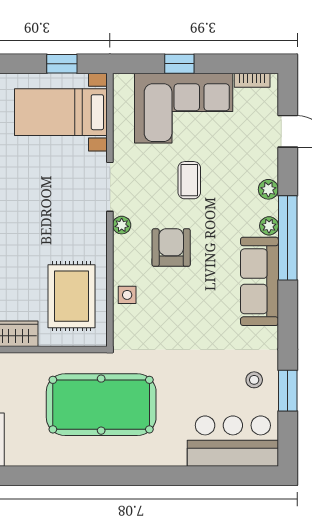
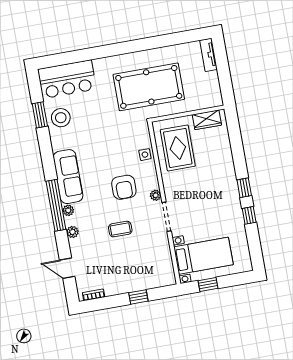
corner sofa: (184, 108) -> (131, 271), removed
coffee table: (189, 180) -> (120, 229), turned 90
stool: (254, 380) -> (61, 118), width x1.89, depth x1.89

